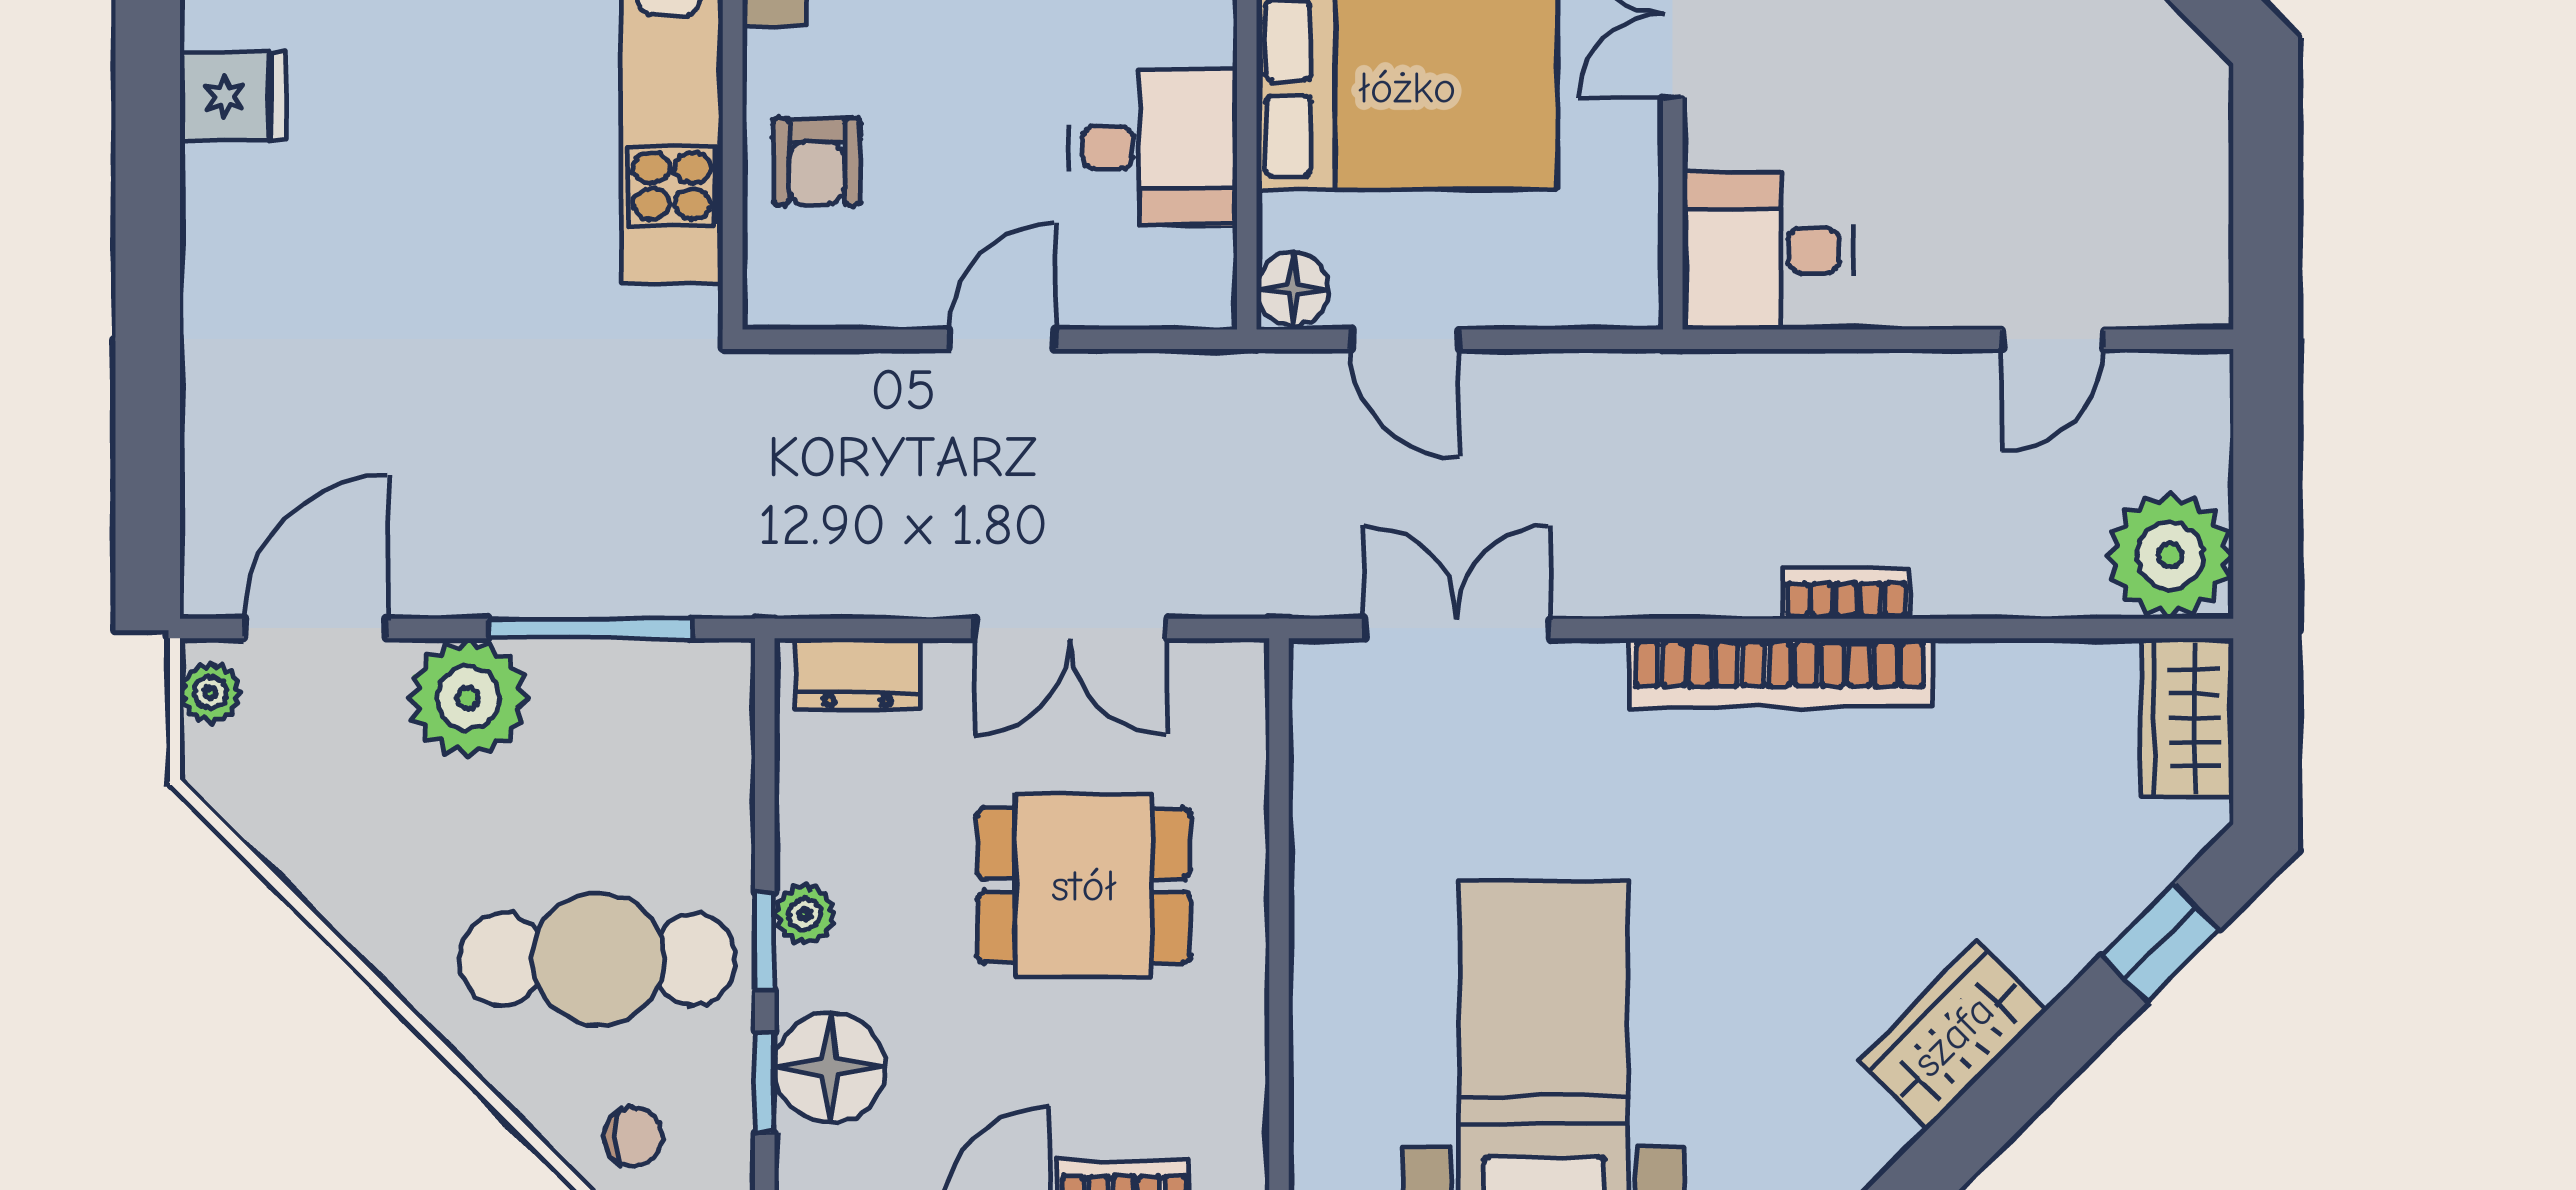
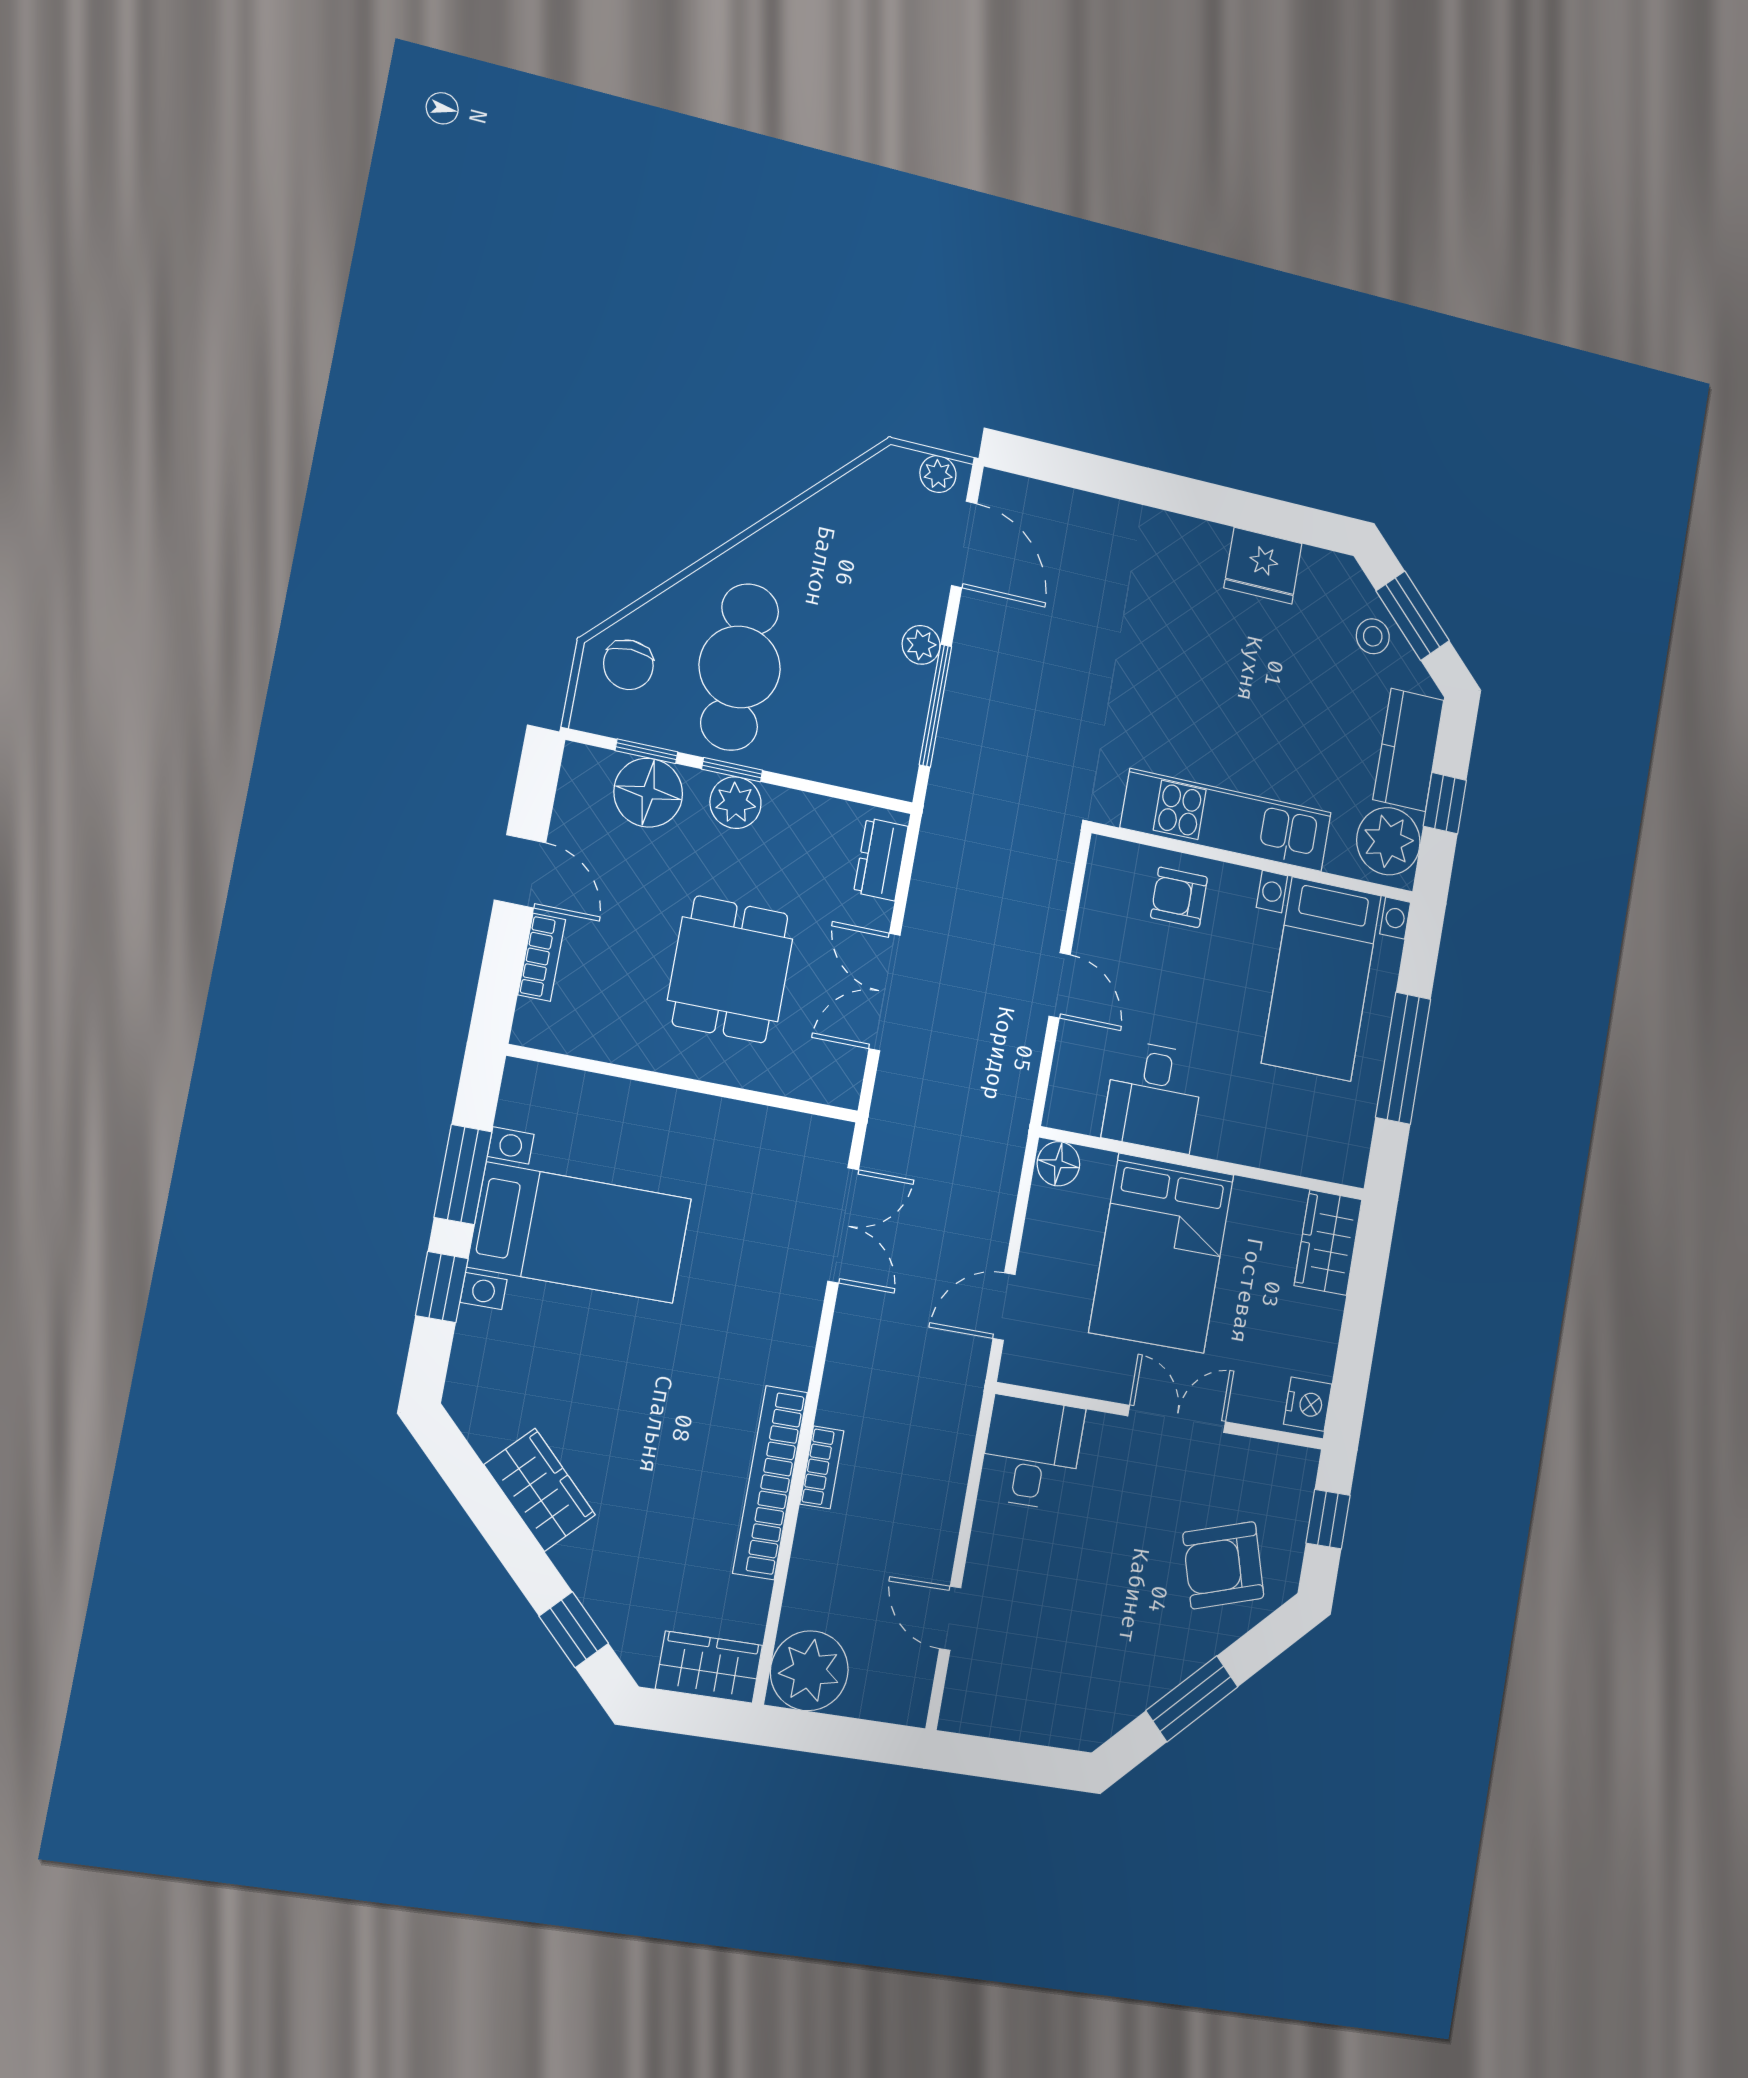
fridge: (233, 96) -> (1263, 566), width x1.38
door: (1405, 339) -> (1004, 1306), moved
bookcase: (1780, 673) -> (770, 1483), moved
plant: (468, 698) -> (921, 645), width x0.53, depth x0.53
plant: (805, 914) -> (736, 803), width x1.38, depth x1.38
chair: (634, 1137) -> (628, 665), width x1.37, depth x1.37

